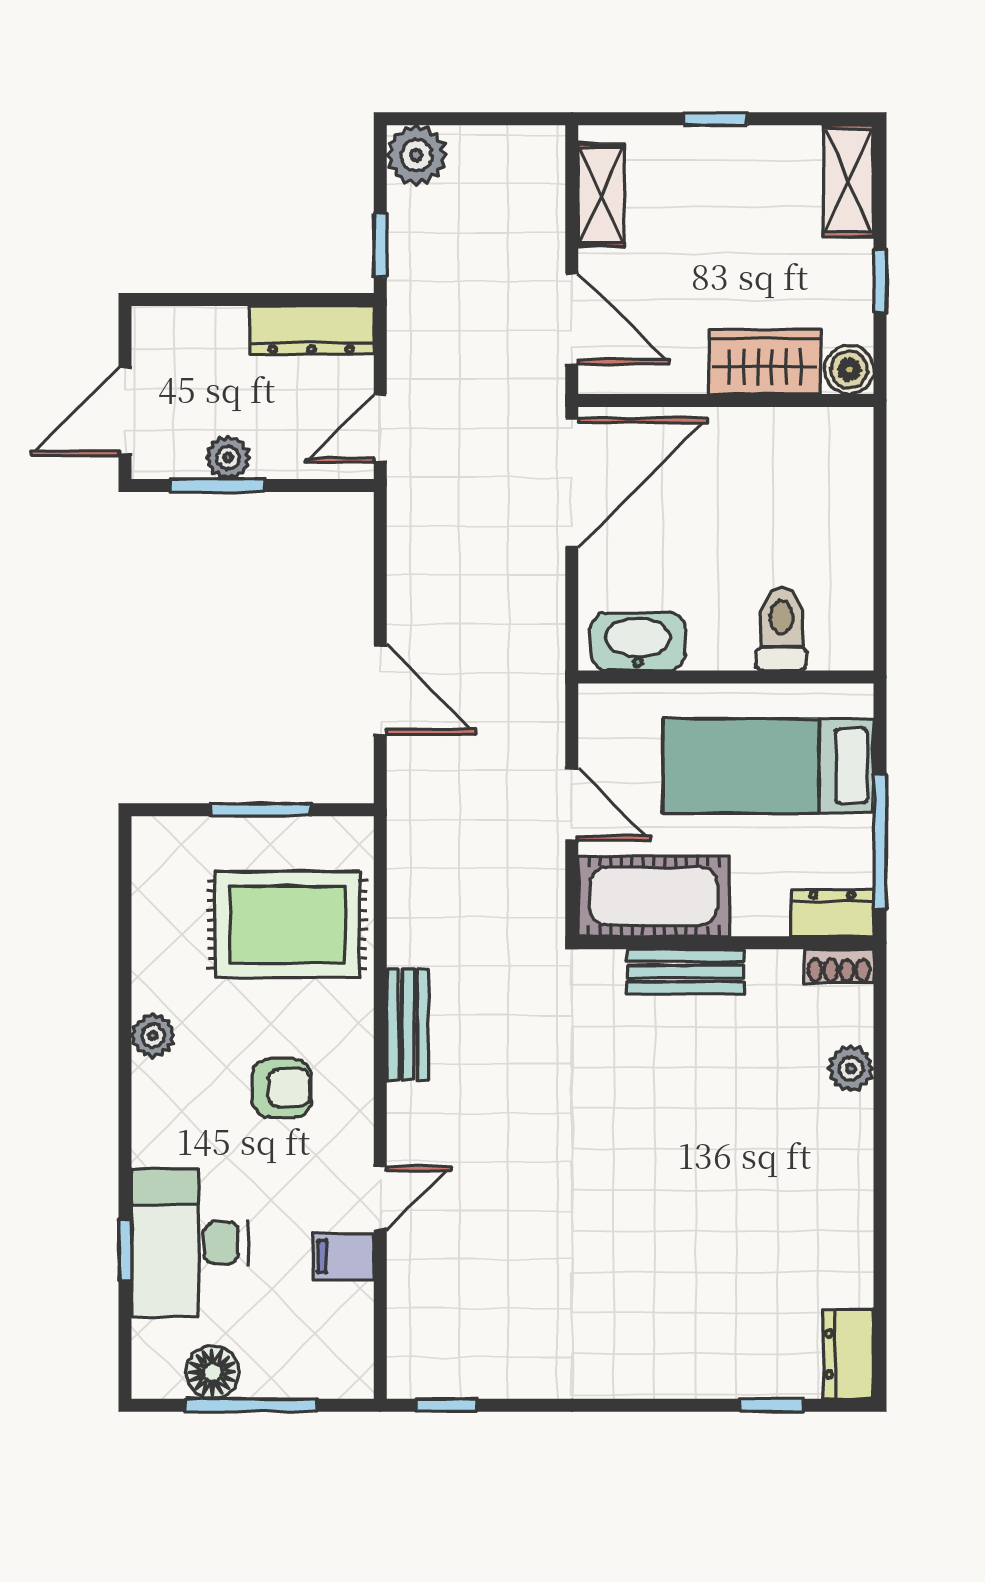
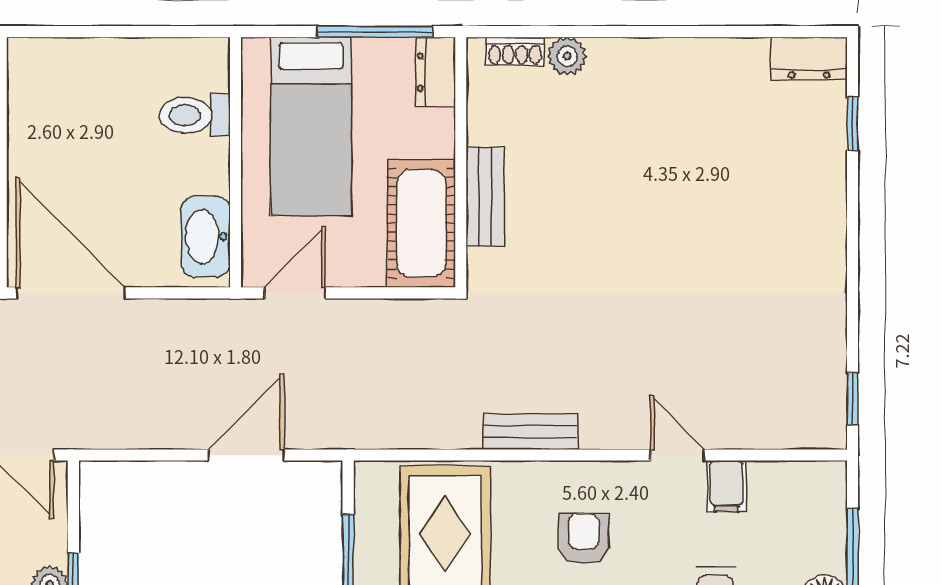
door: (572, 805) -> (295, 293), moved
shoe rack: (839, 966) -> (515, 51), moved, turned 90

